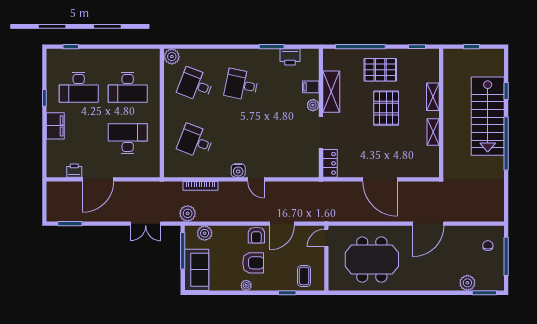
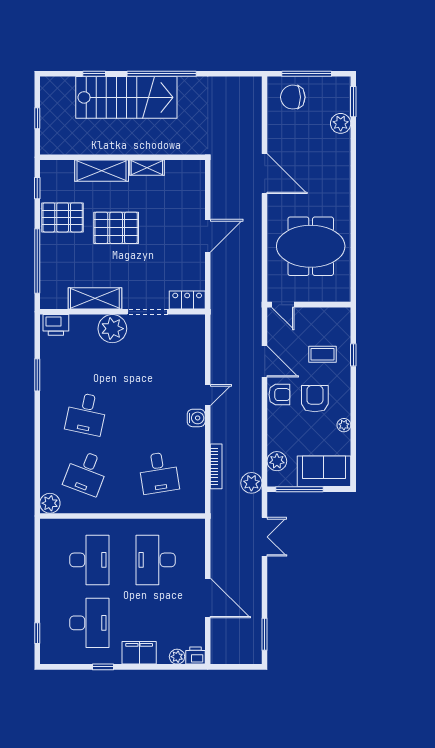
printer: (290, 57) -> (56, 325), moved, turned 90
pallet: (380, 70) -> (63, 217), moved, turned 90
filing cabinet: (311, 87) -> (89, 325), removed
shelving: (433, 97) -> (102, 171), width x1.50, depth x1.33
plant: (313, 105) -> (112, 329), width x1.88, depth x1.88
desk: (195, 141) -> (159, 473), turned -30
plant: (52, 155) -> (177, 657), added
printer: (74, 171) -> (196, 656), moved, turned 90
door: (380, 179) -> (208, 236), width x0.73
chair: (488, 246) -> (293, 97), width x1.87, depth x1.87
meeting table: (372, 260) -> (311, 246), turned 90
coffee table: (304, 276) -> (322, 354), moved
plant: (246, 285) -> (344, 425), moved

